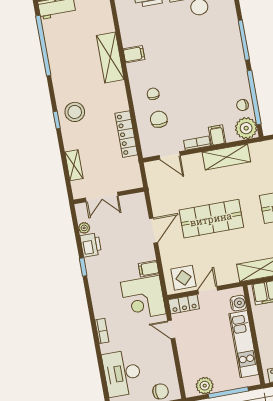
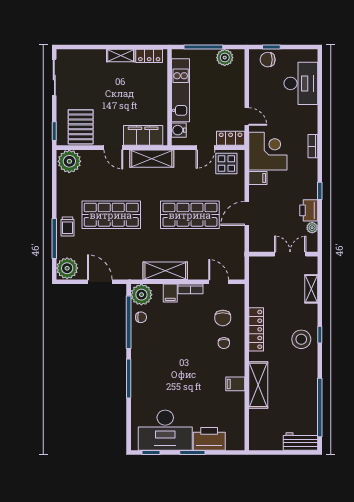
locker: (126, 134) -> (256, 329), moved
bookcase: (102, 331) -> (313, 146), moved

